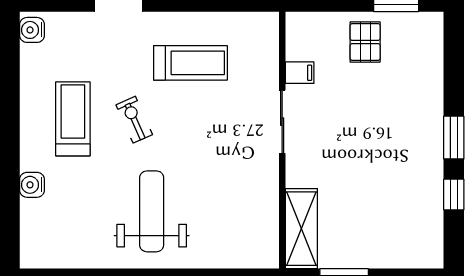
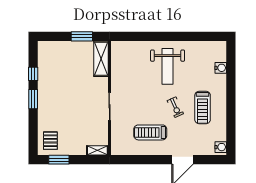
shelving: (309, 22) -> (97, 150), added
pallet: (365, 42) -> (50, 141), moved
filing cabinet: (300, 73) -> (102, 128), removed
water cooler: (32, 185) -> (221, 68), moved

